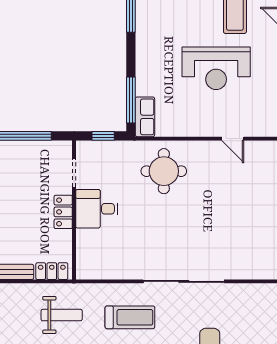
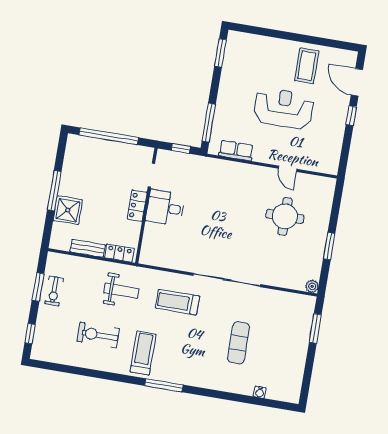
reception desk: (216, 68) -> (284, 108), turned 180
row of seats: (145, 117) -> (236, 150), moved, turned -90
round table: (164, 171) -> (285, 216), moved
treadmill: (130, 317) -> (178, 302), turned 180

